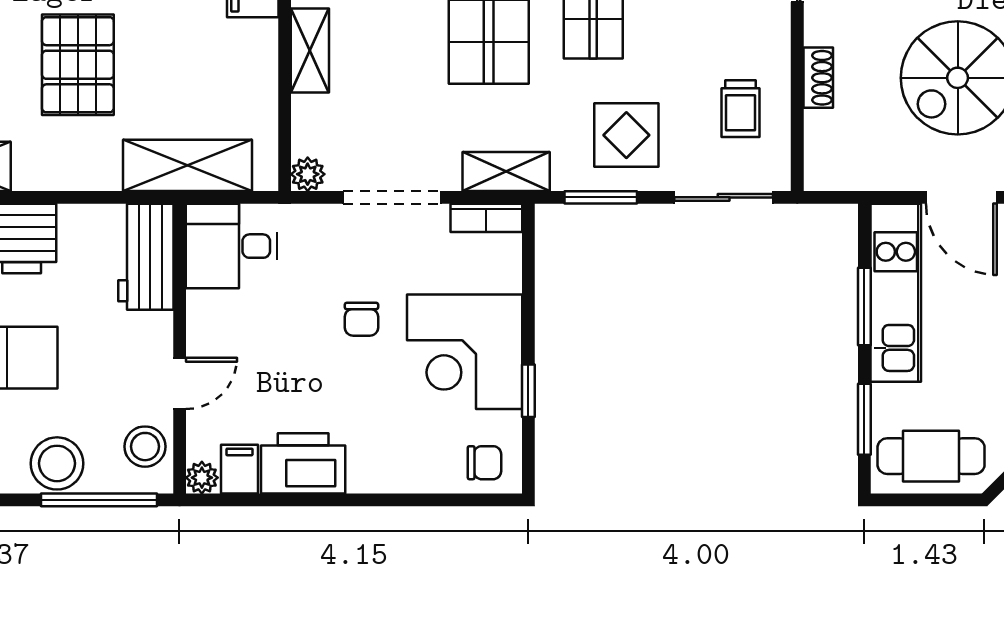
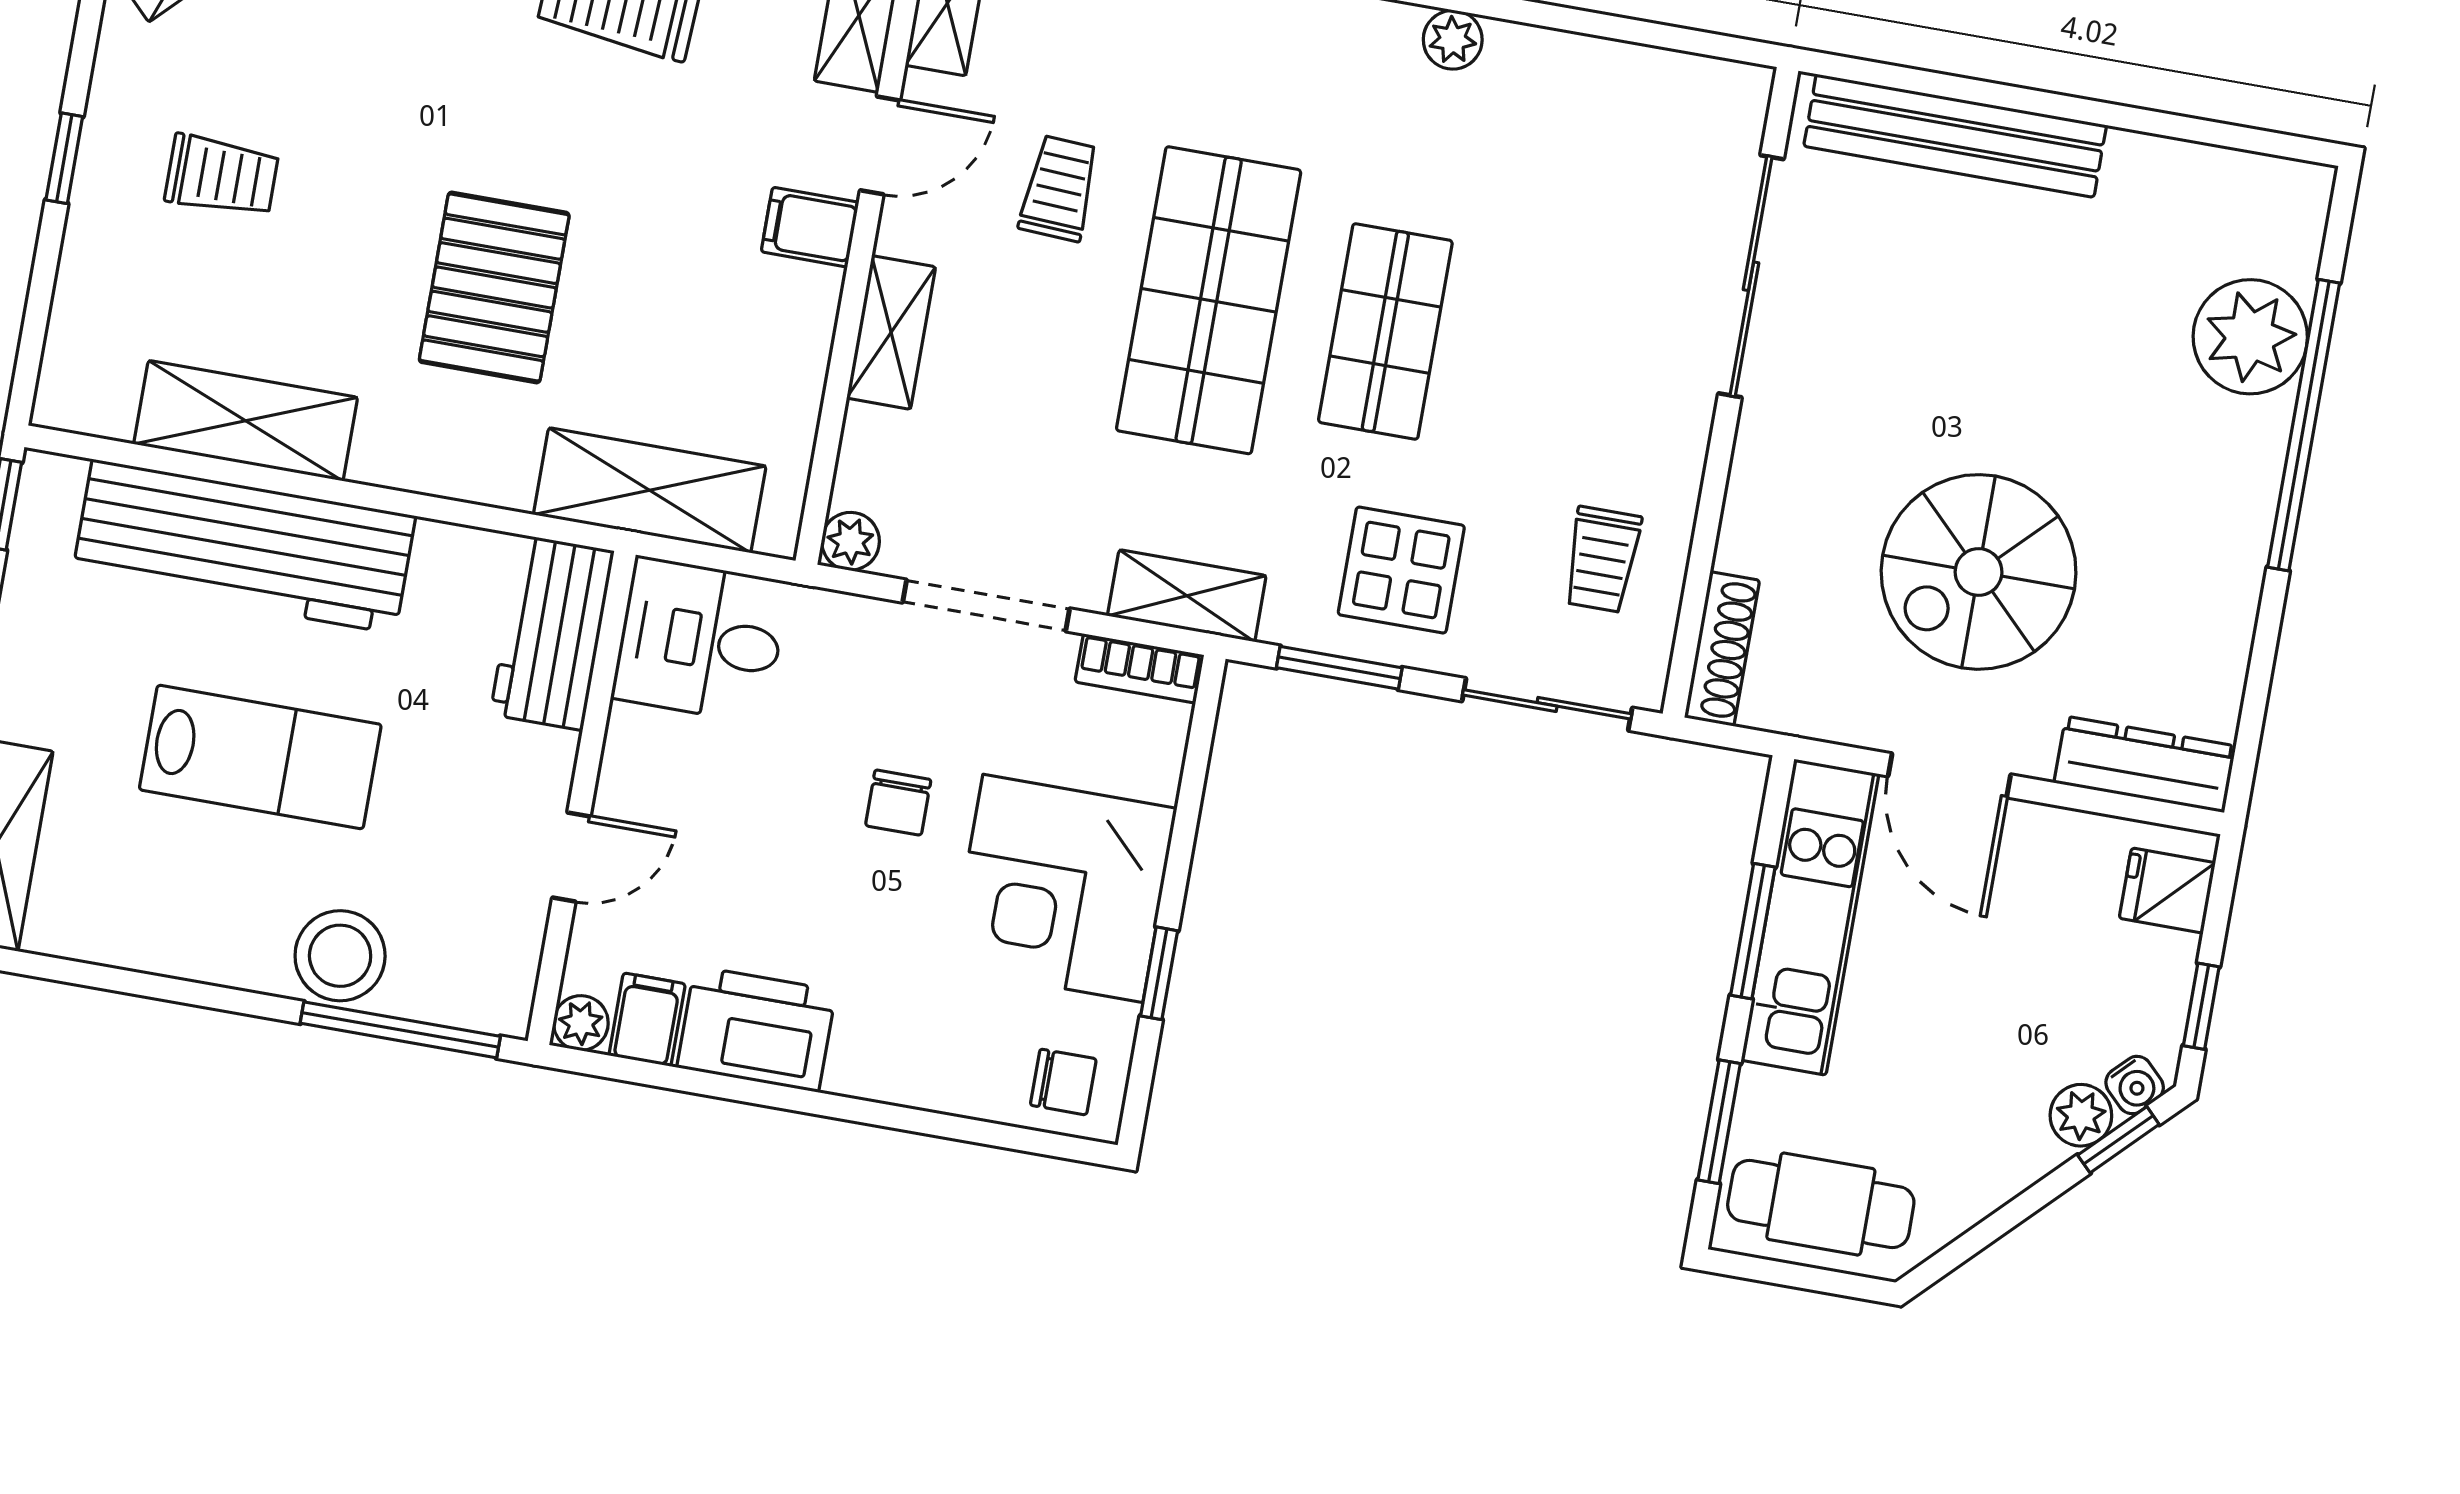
shoe rack: (818, 78) -> (1722, 649), moved, width x1.43
stool: (145, 447) -> (494, 953), removed

